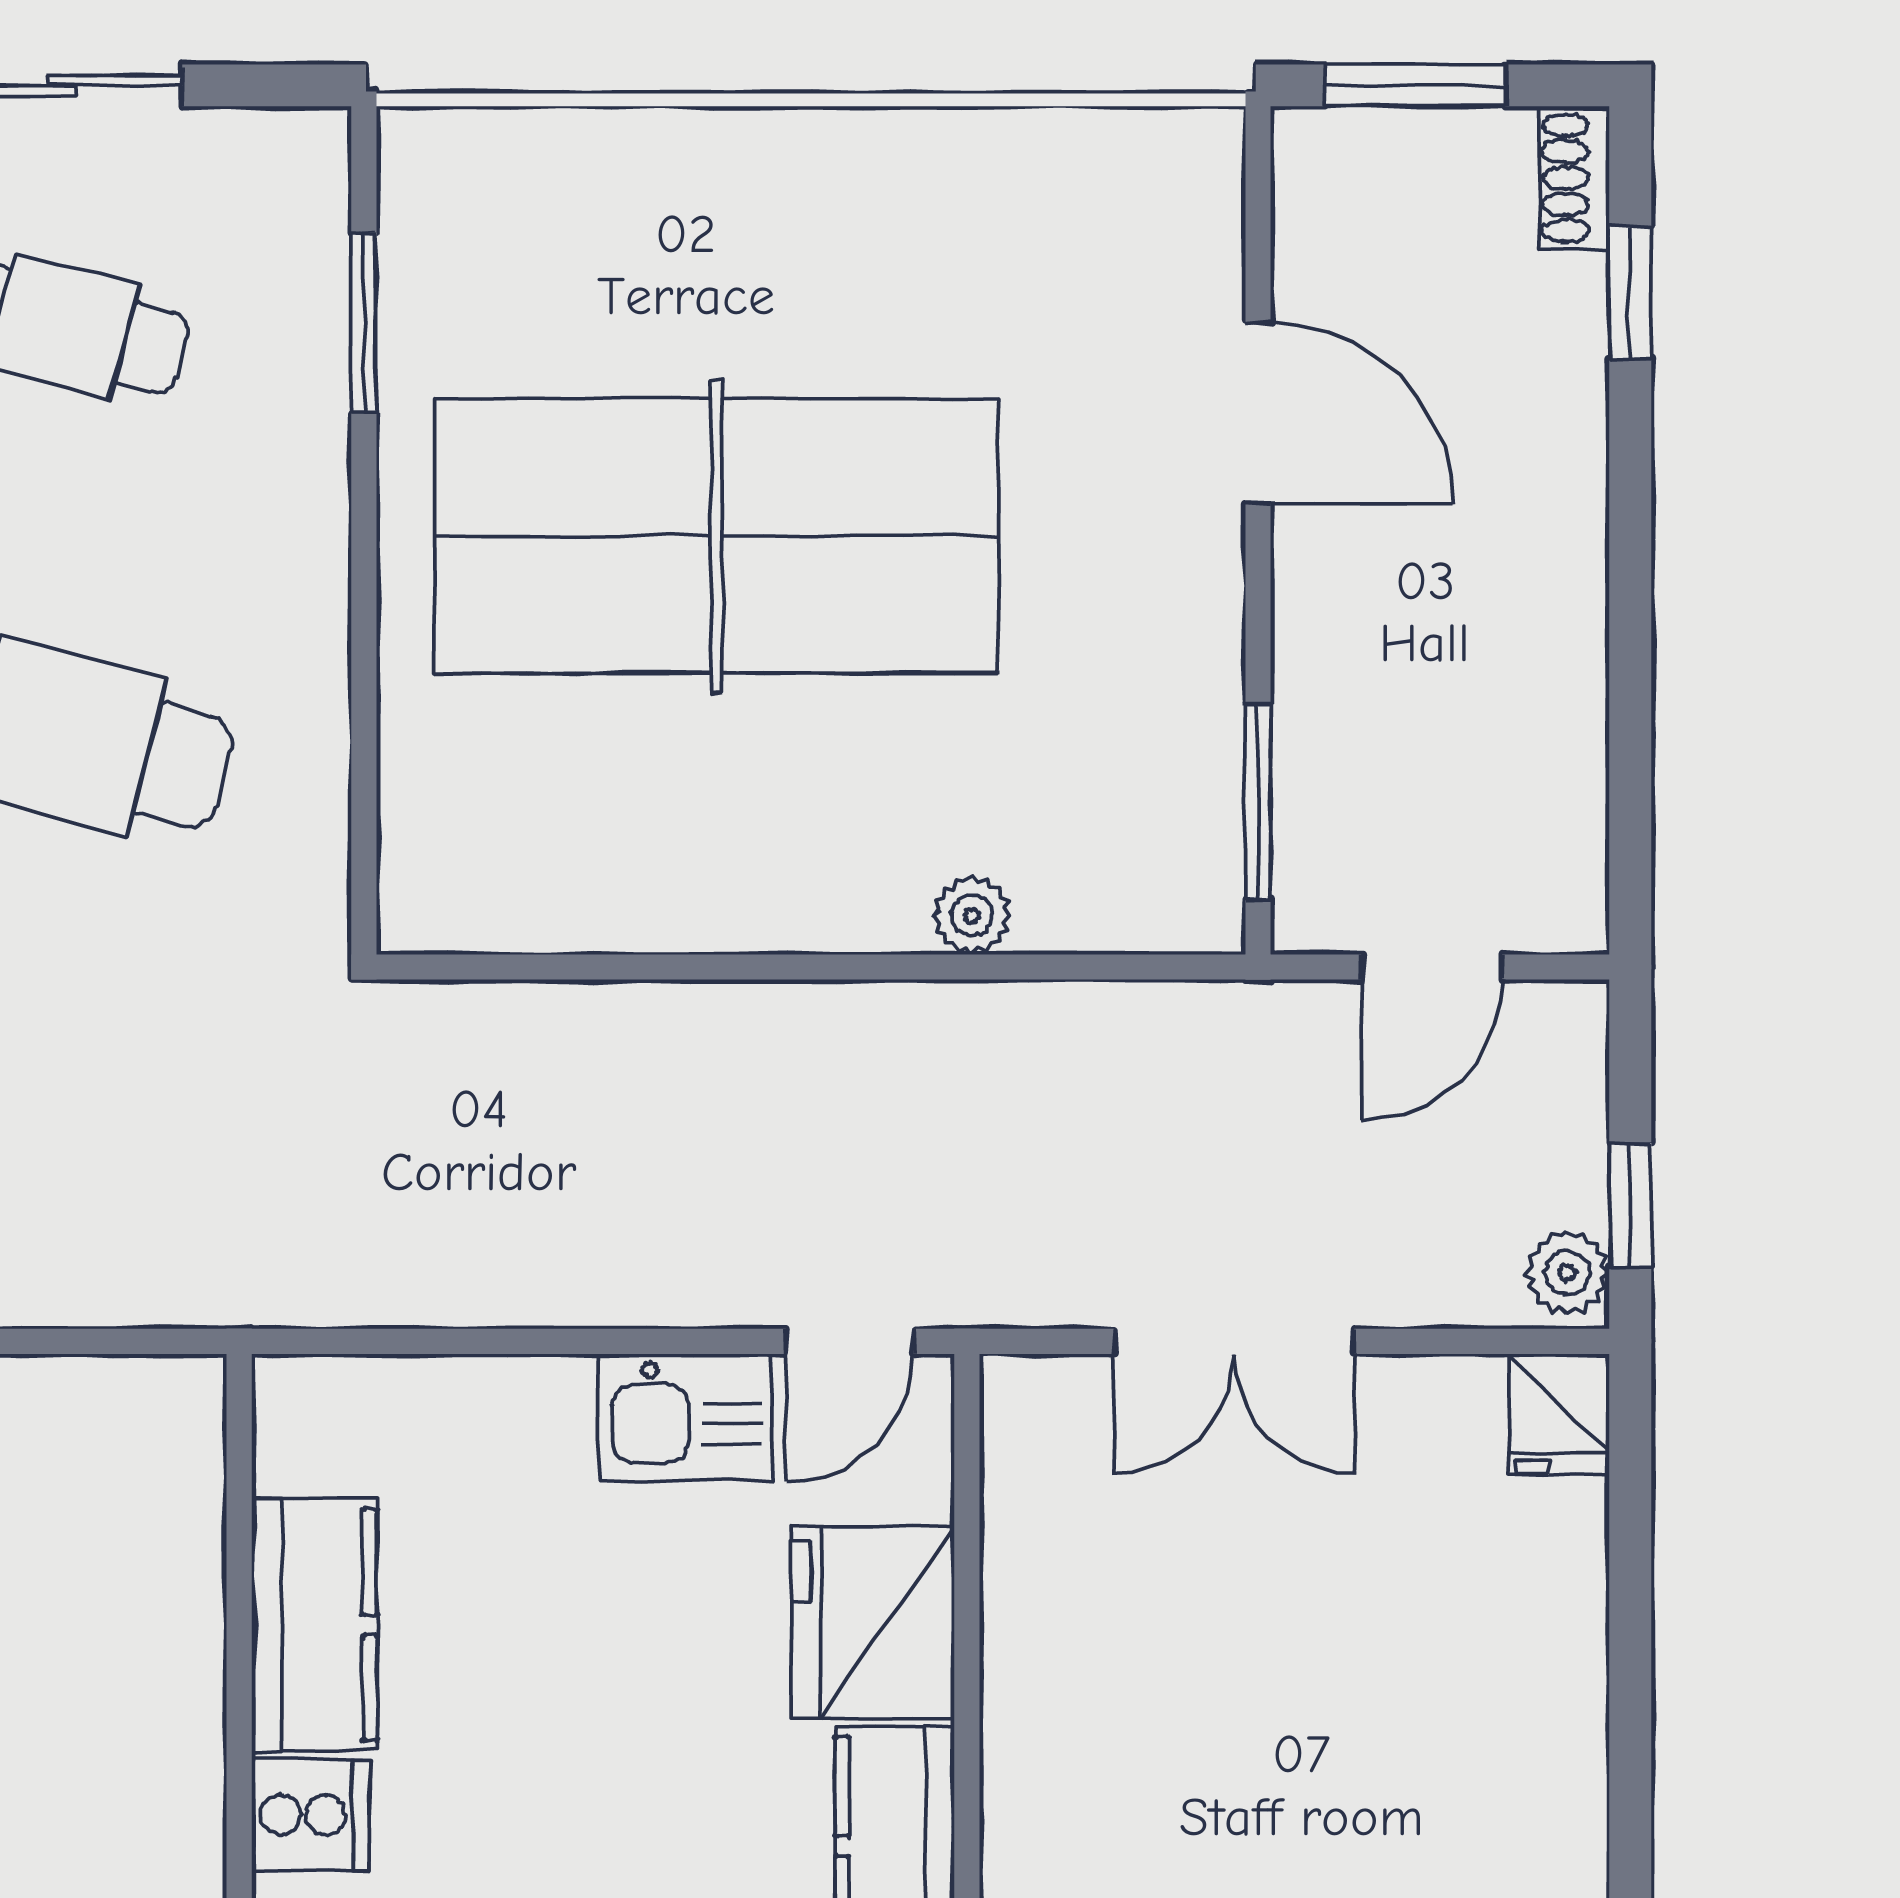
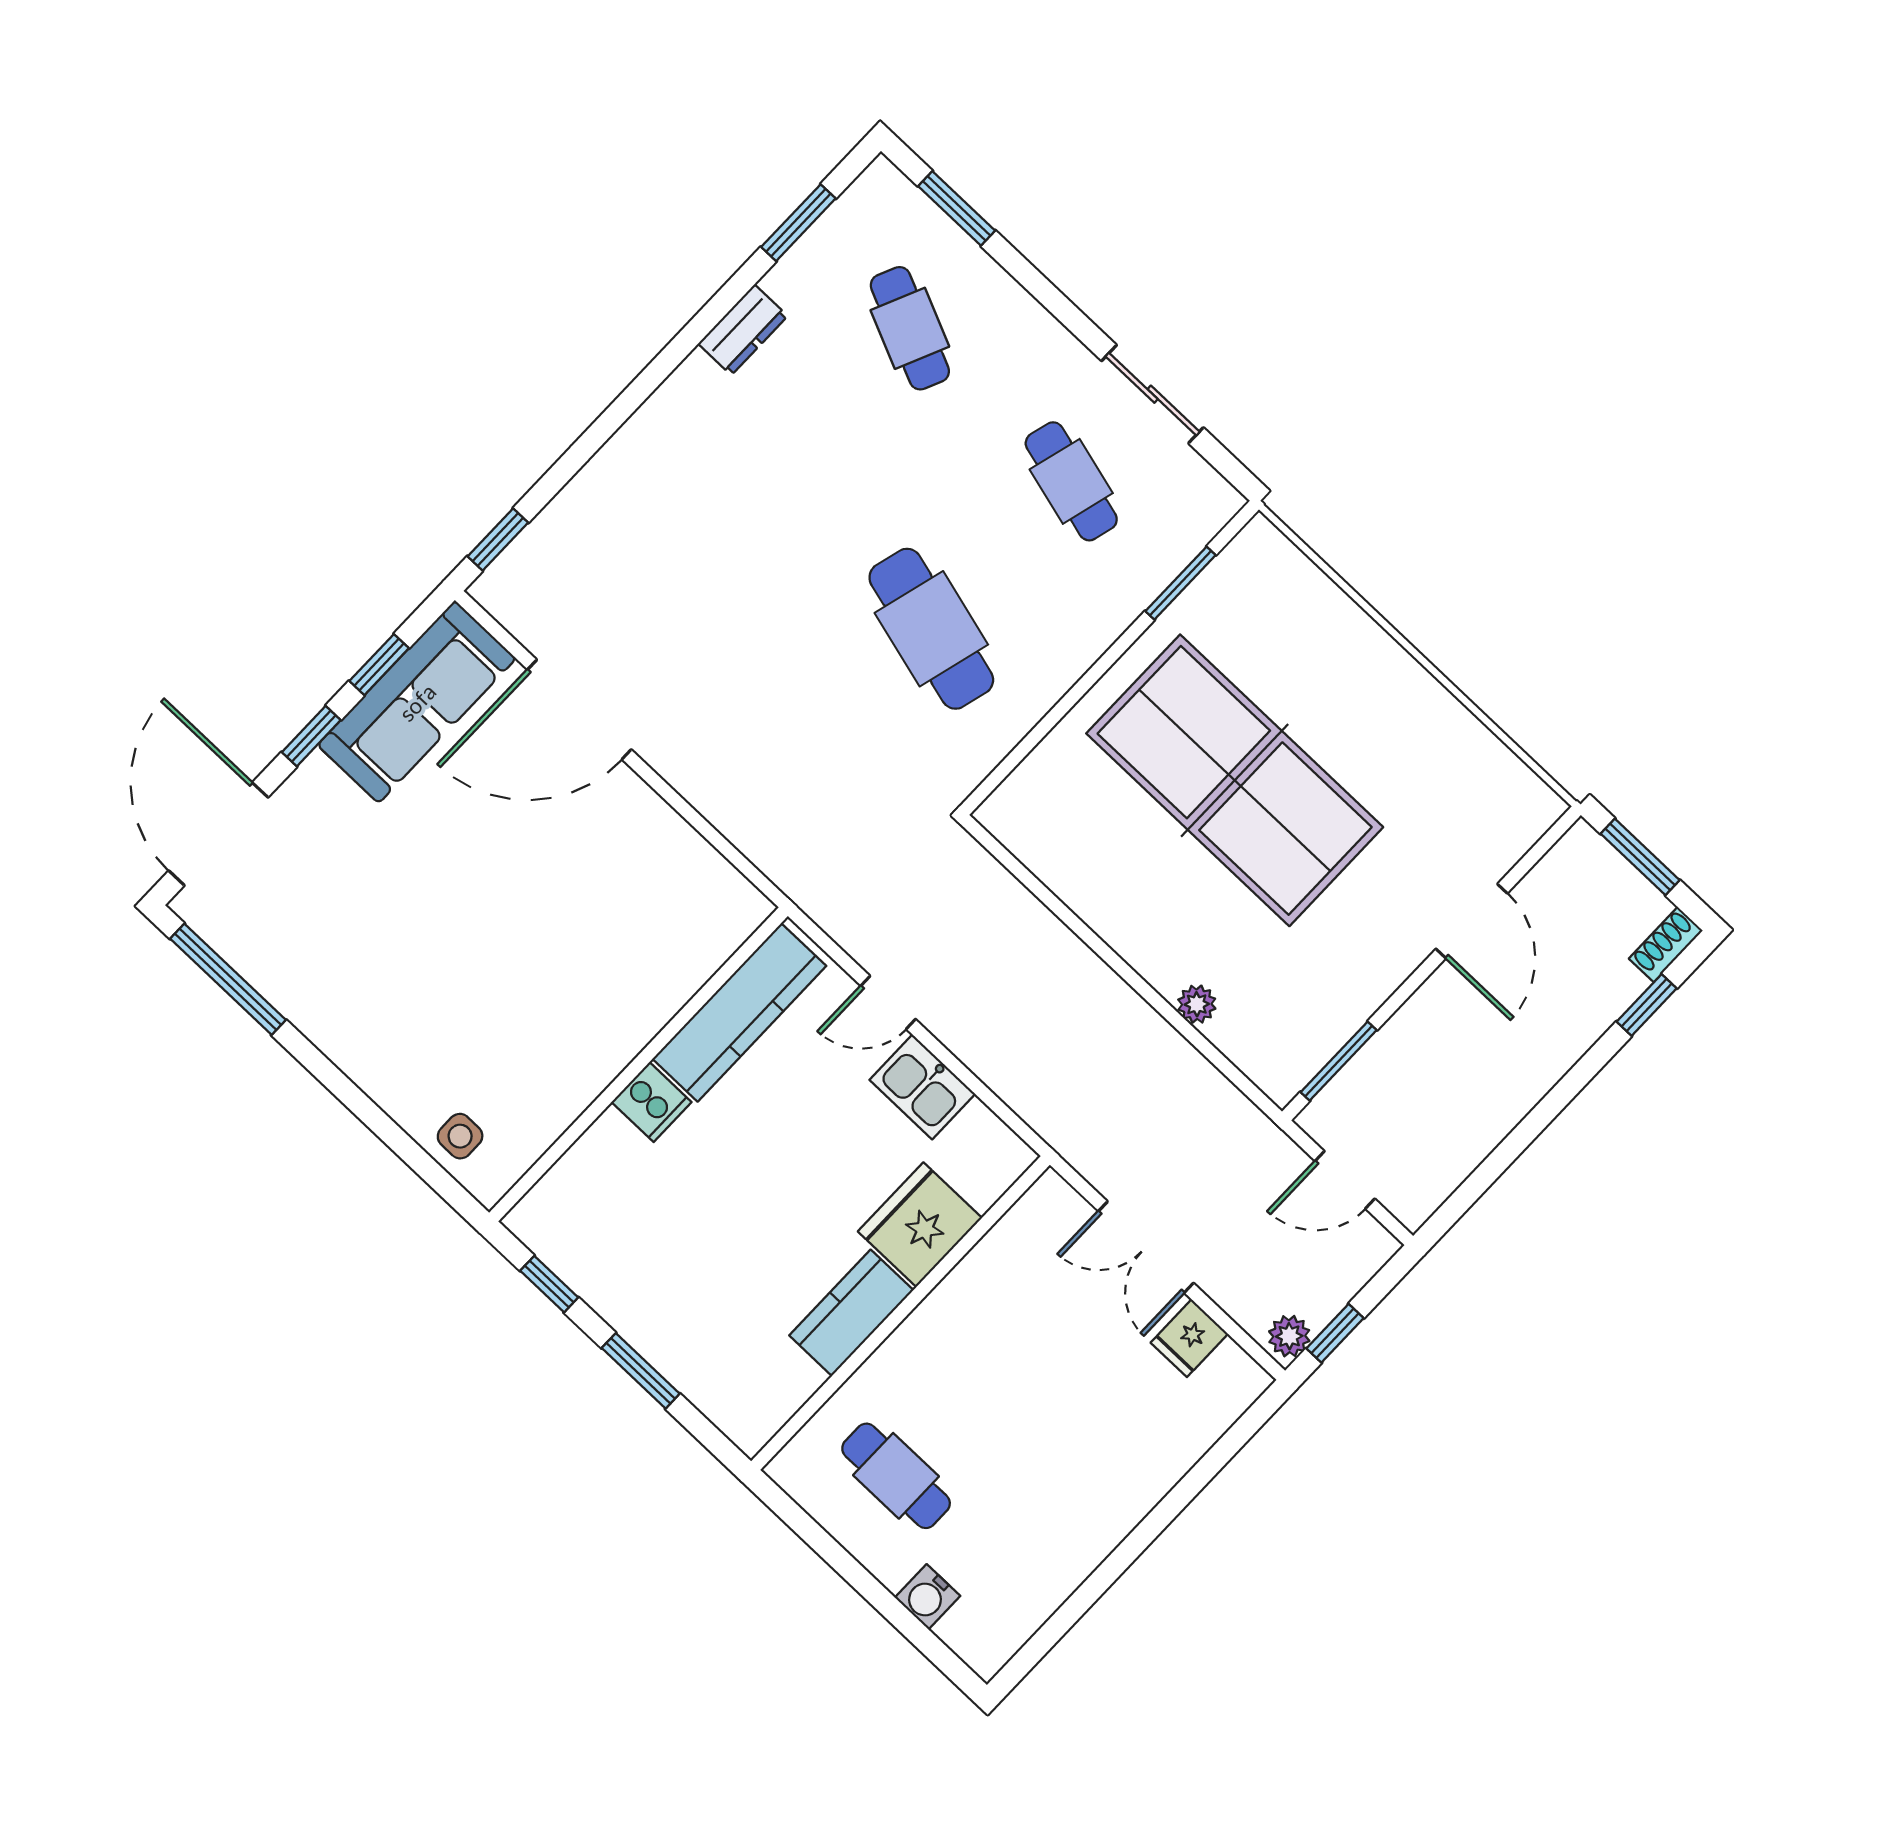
door: (850, 1341) -> (888, 1003), moved
fridge: (1559, 1414) -> (1189, 1338), moved
kitchen counter: (314, 1625) -> (739, 1012), width x1.50

